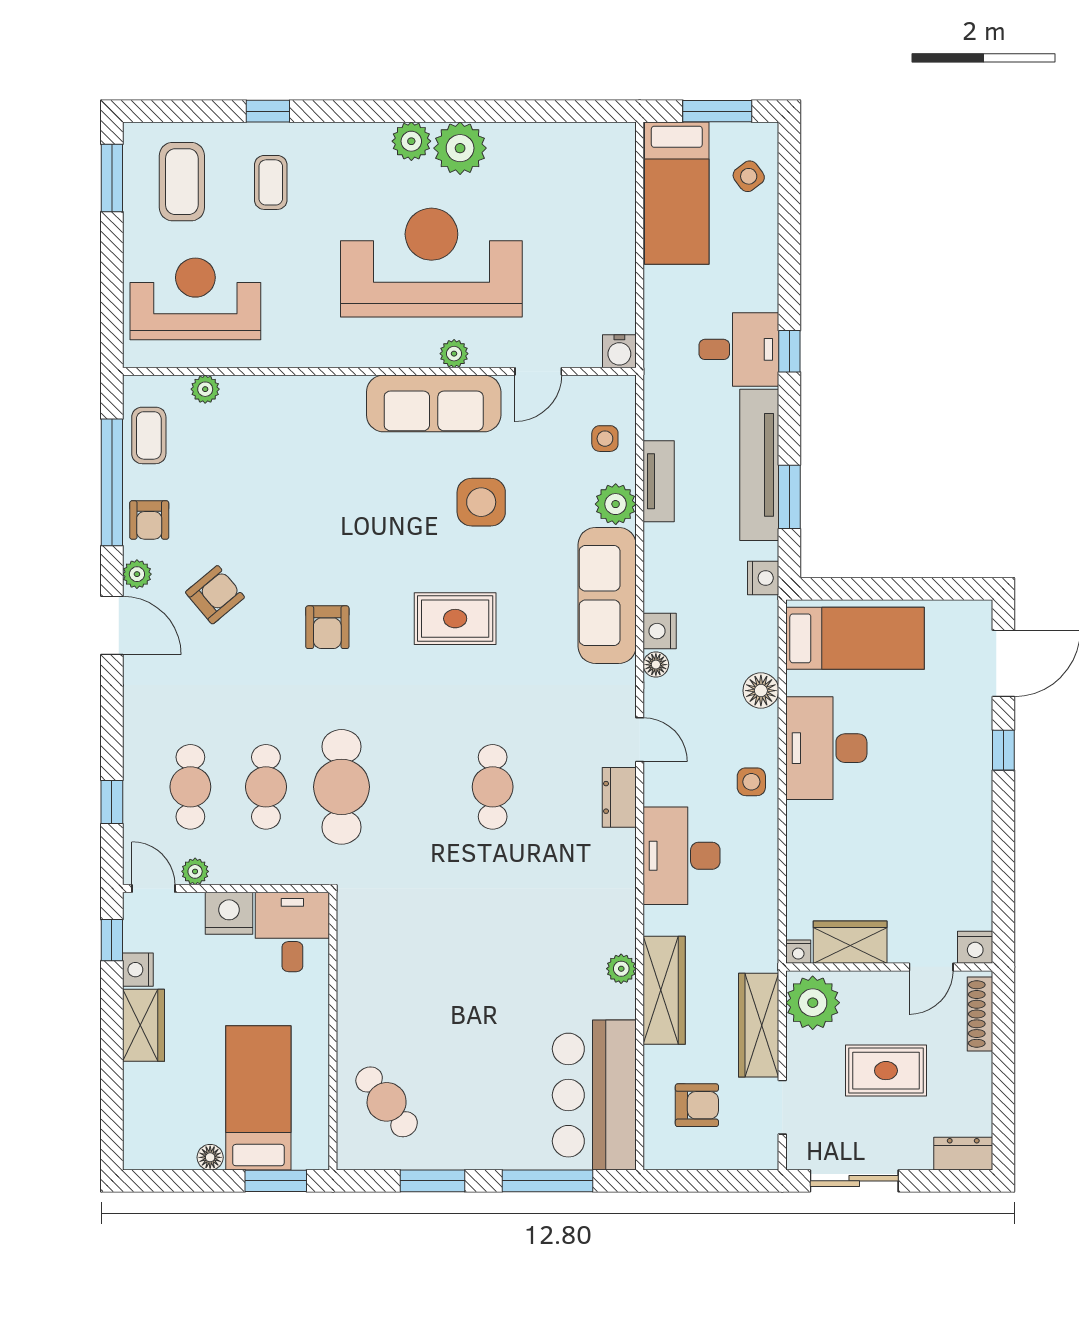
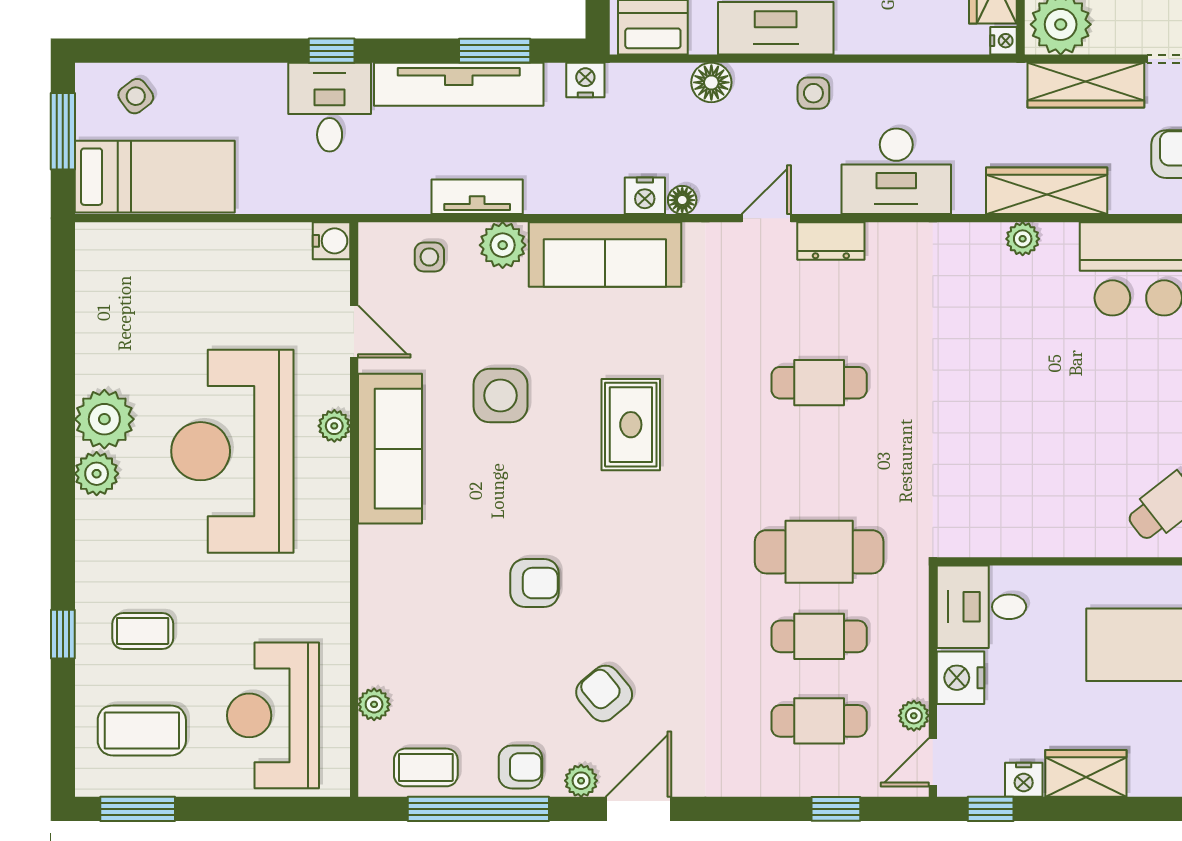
armchair: (327, 627) -> (534, 583), moved

